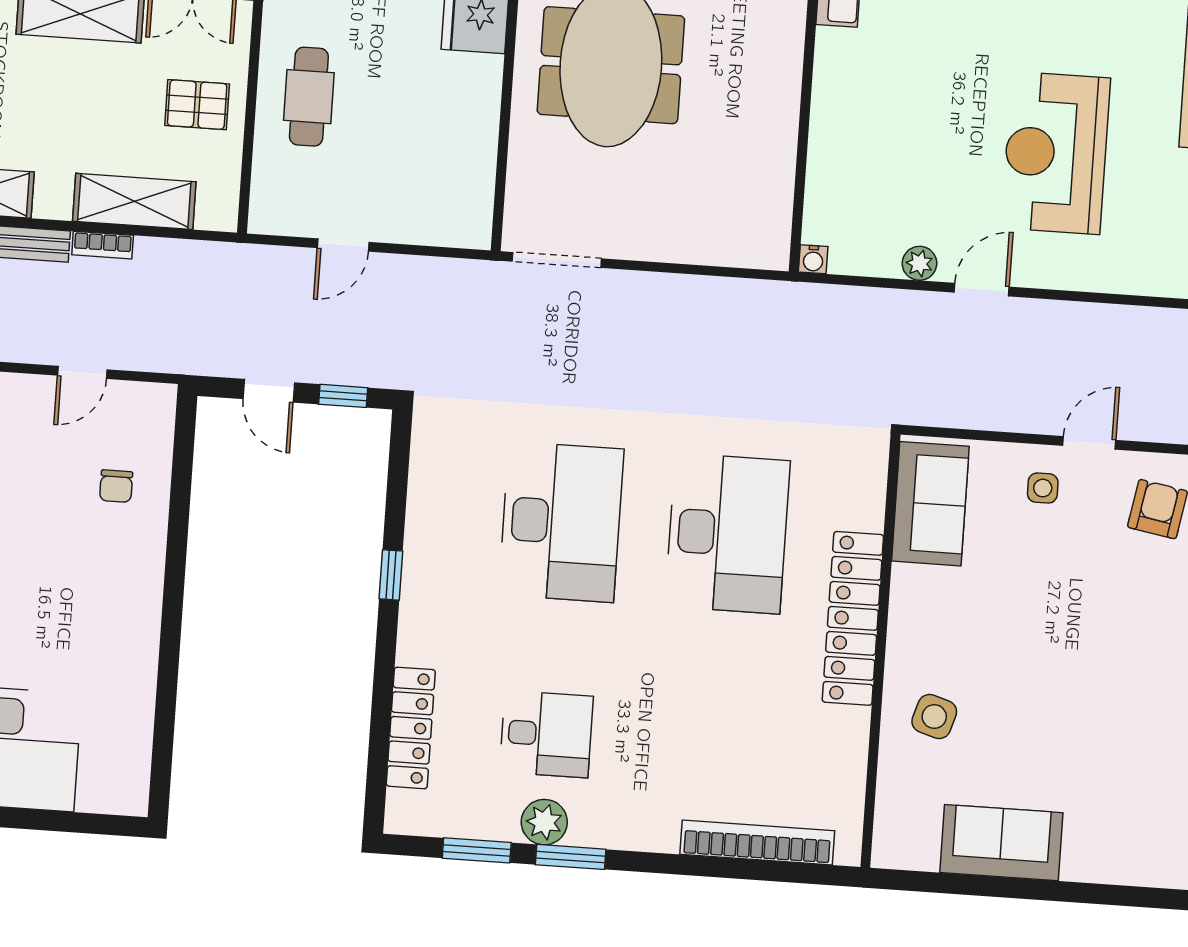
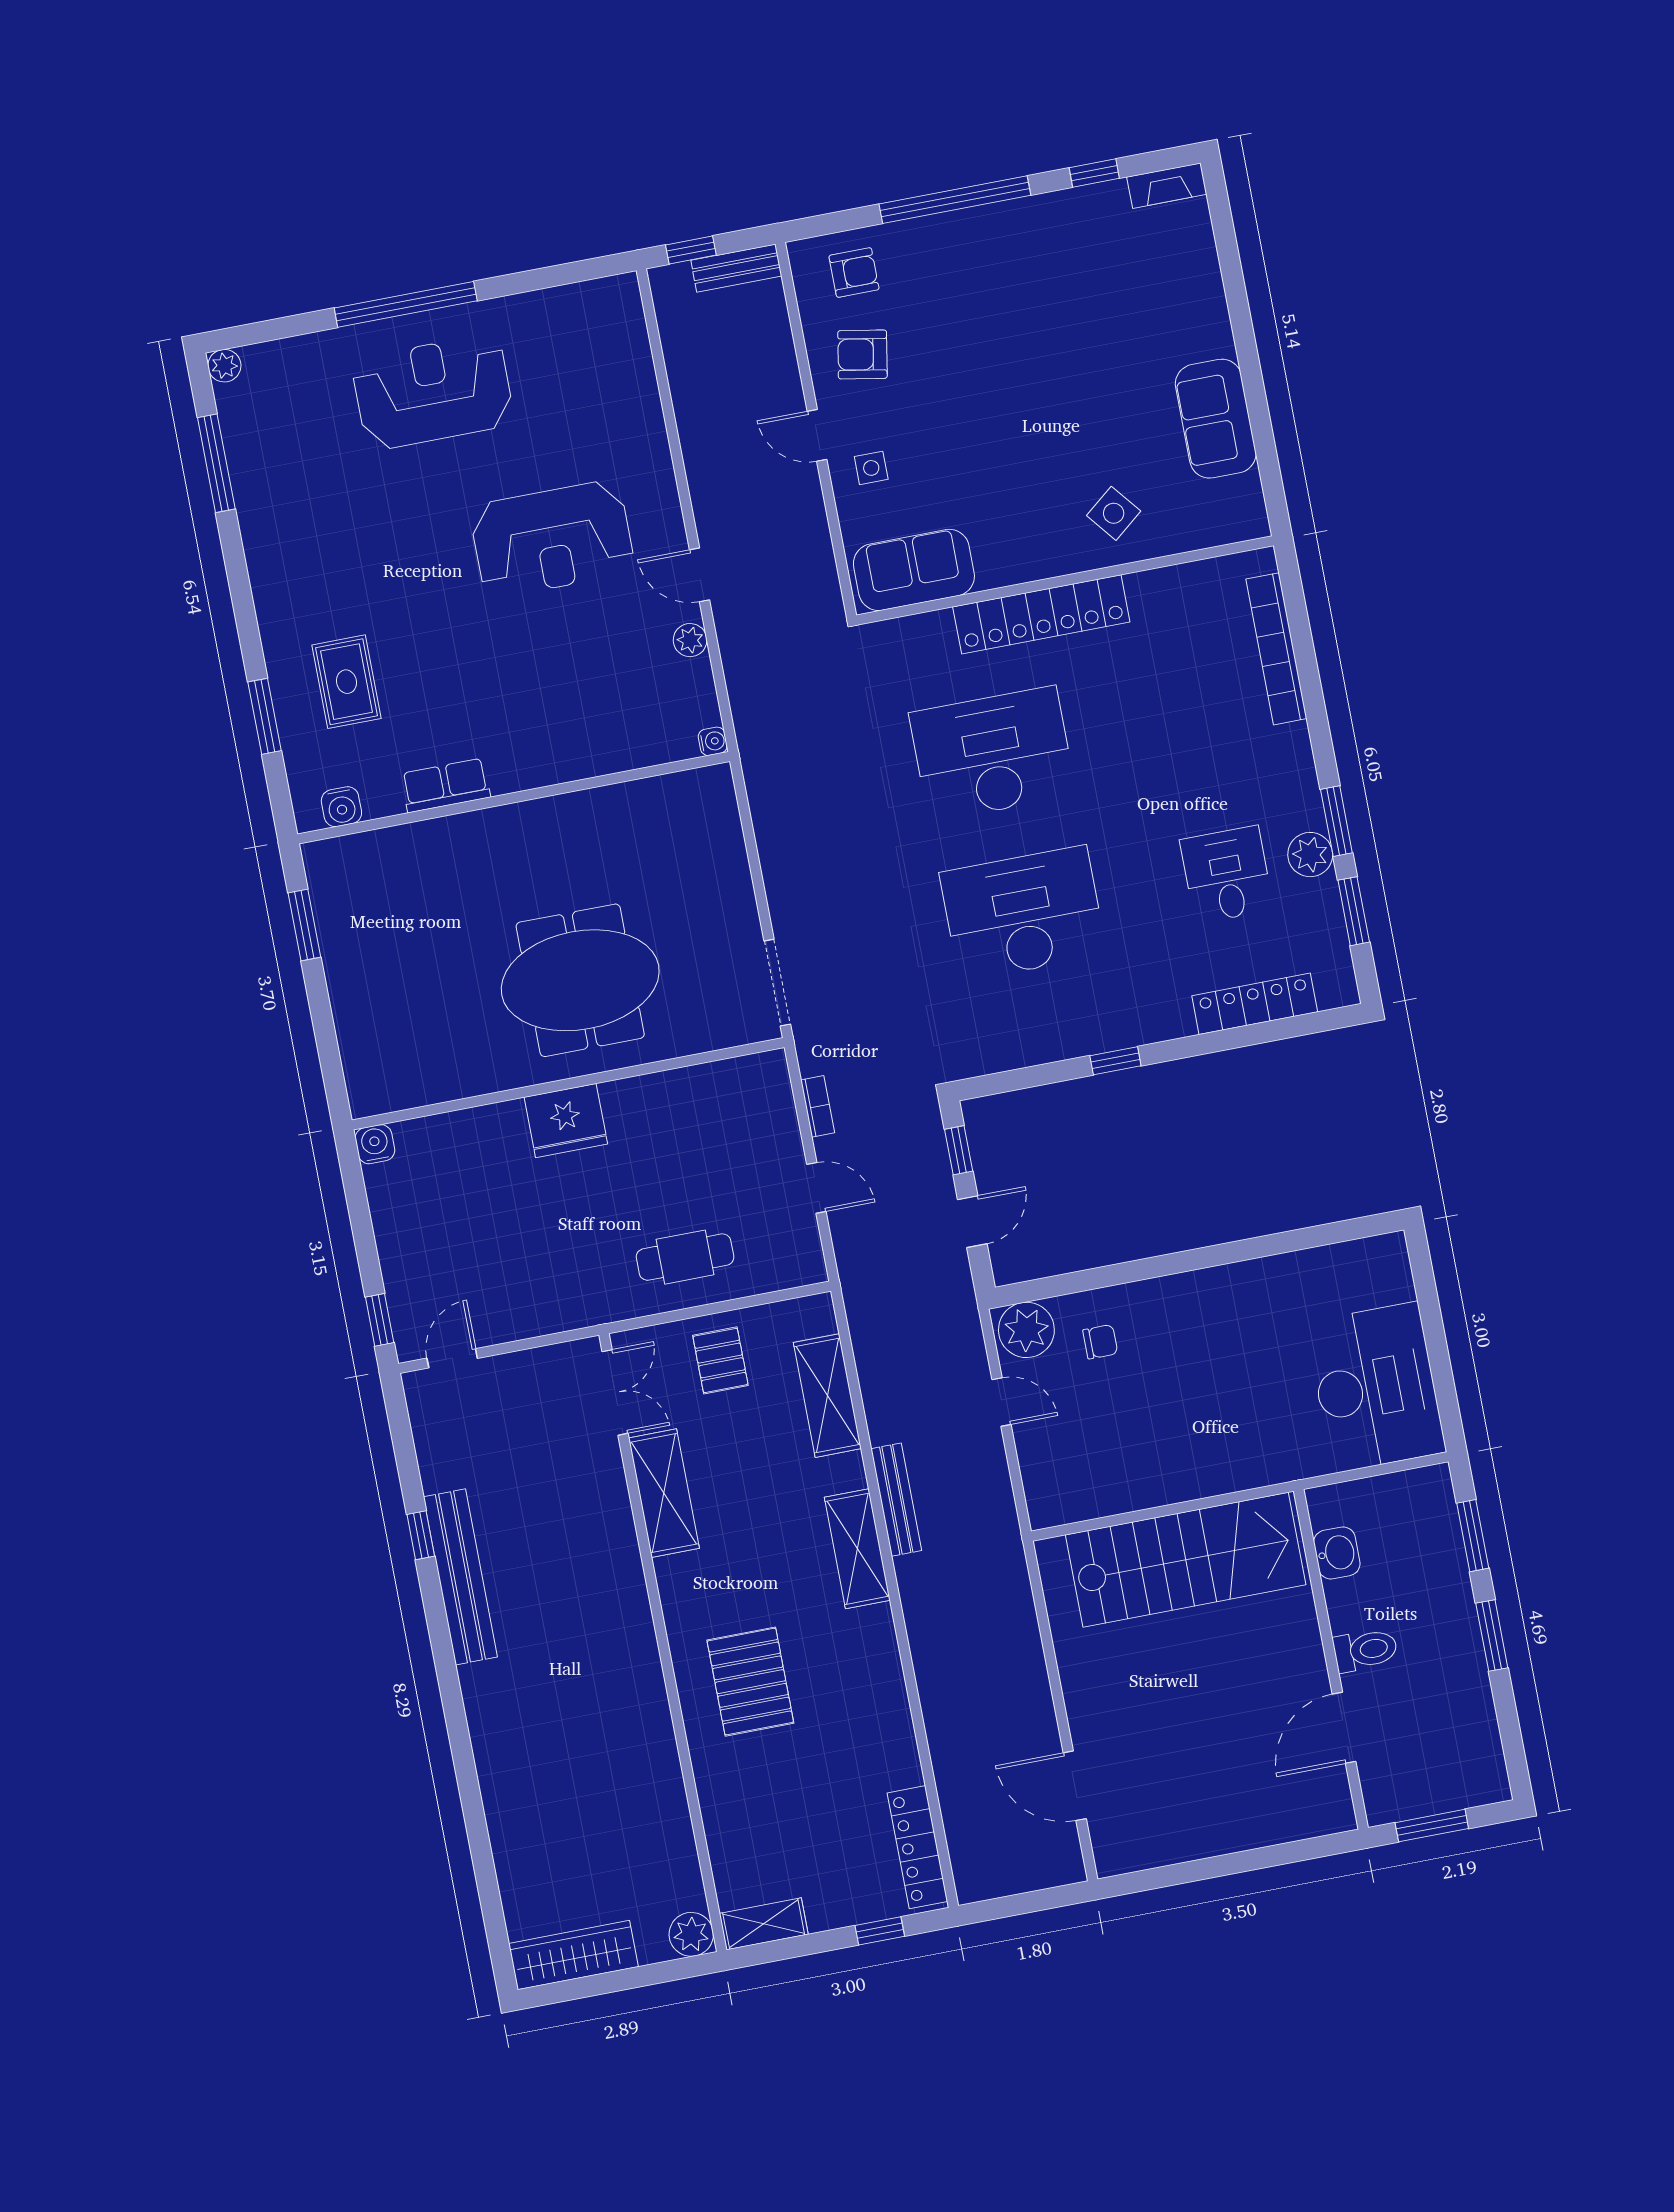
bookcase: (103, 245) -> (818, 1106), moved
plant: (147, 416) -> (1026, 1330), added
side table: (934, 717) -> (1114, 513), turned 34

